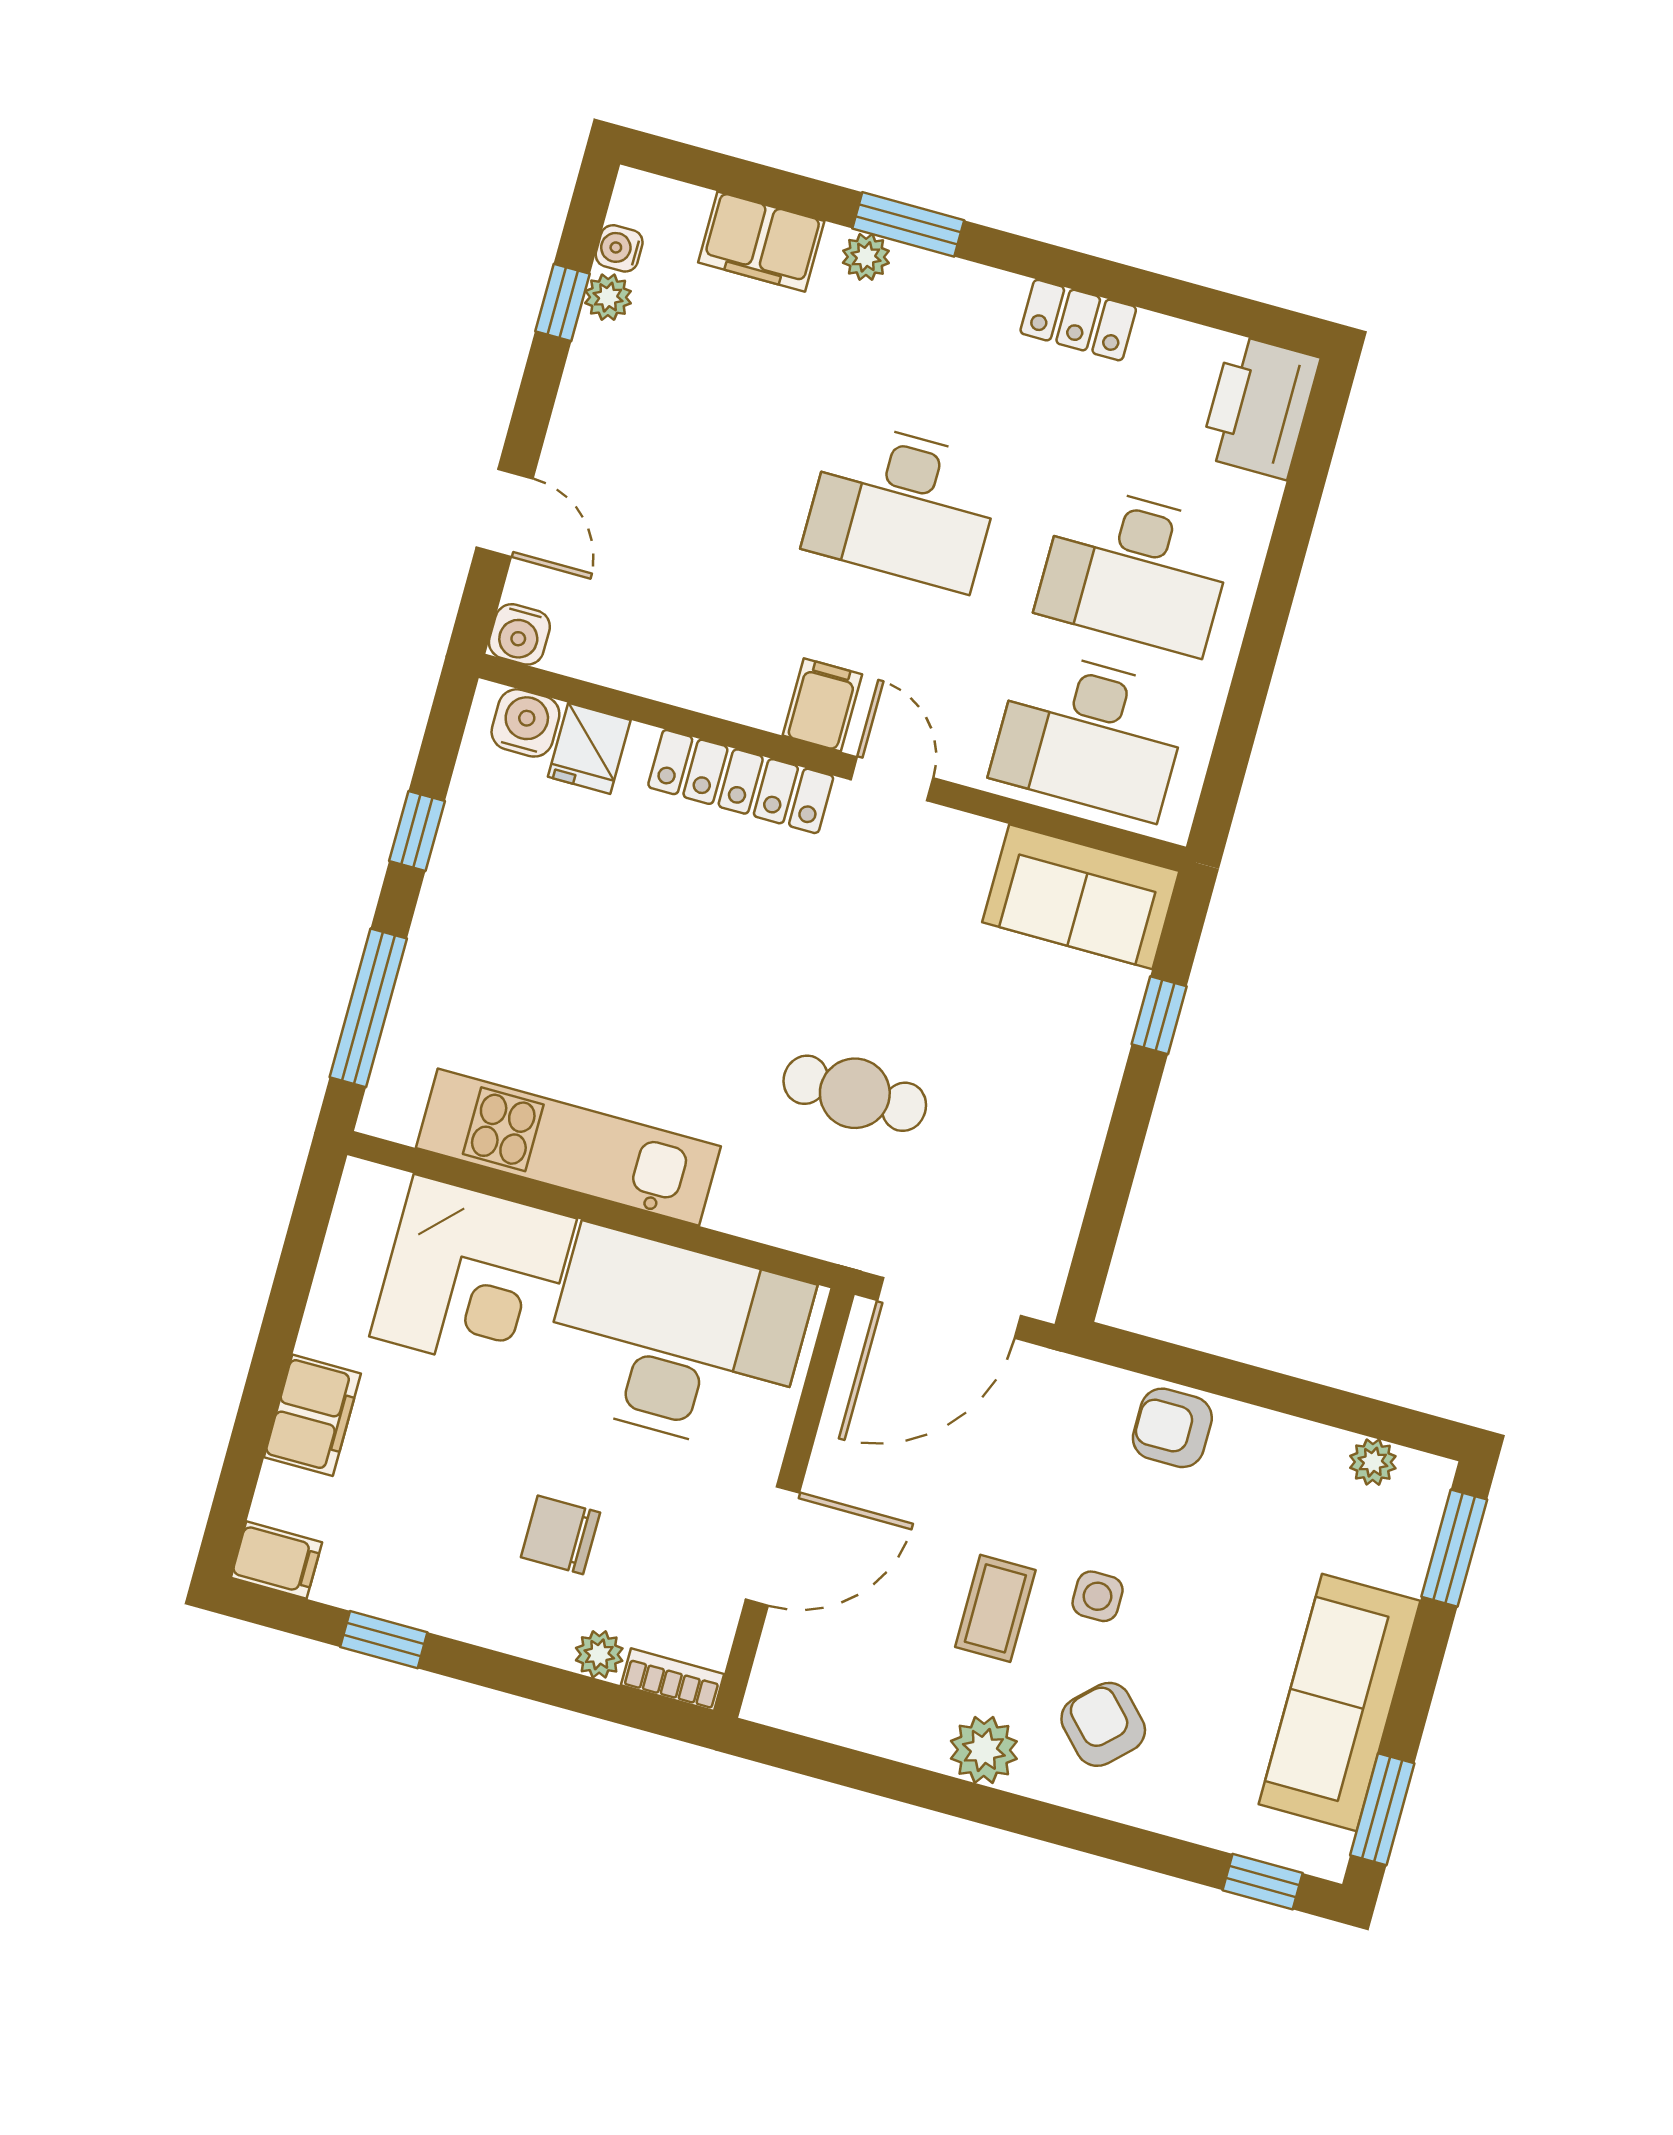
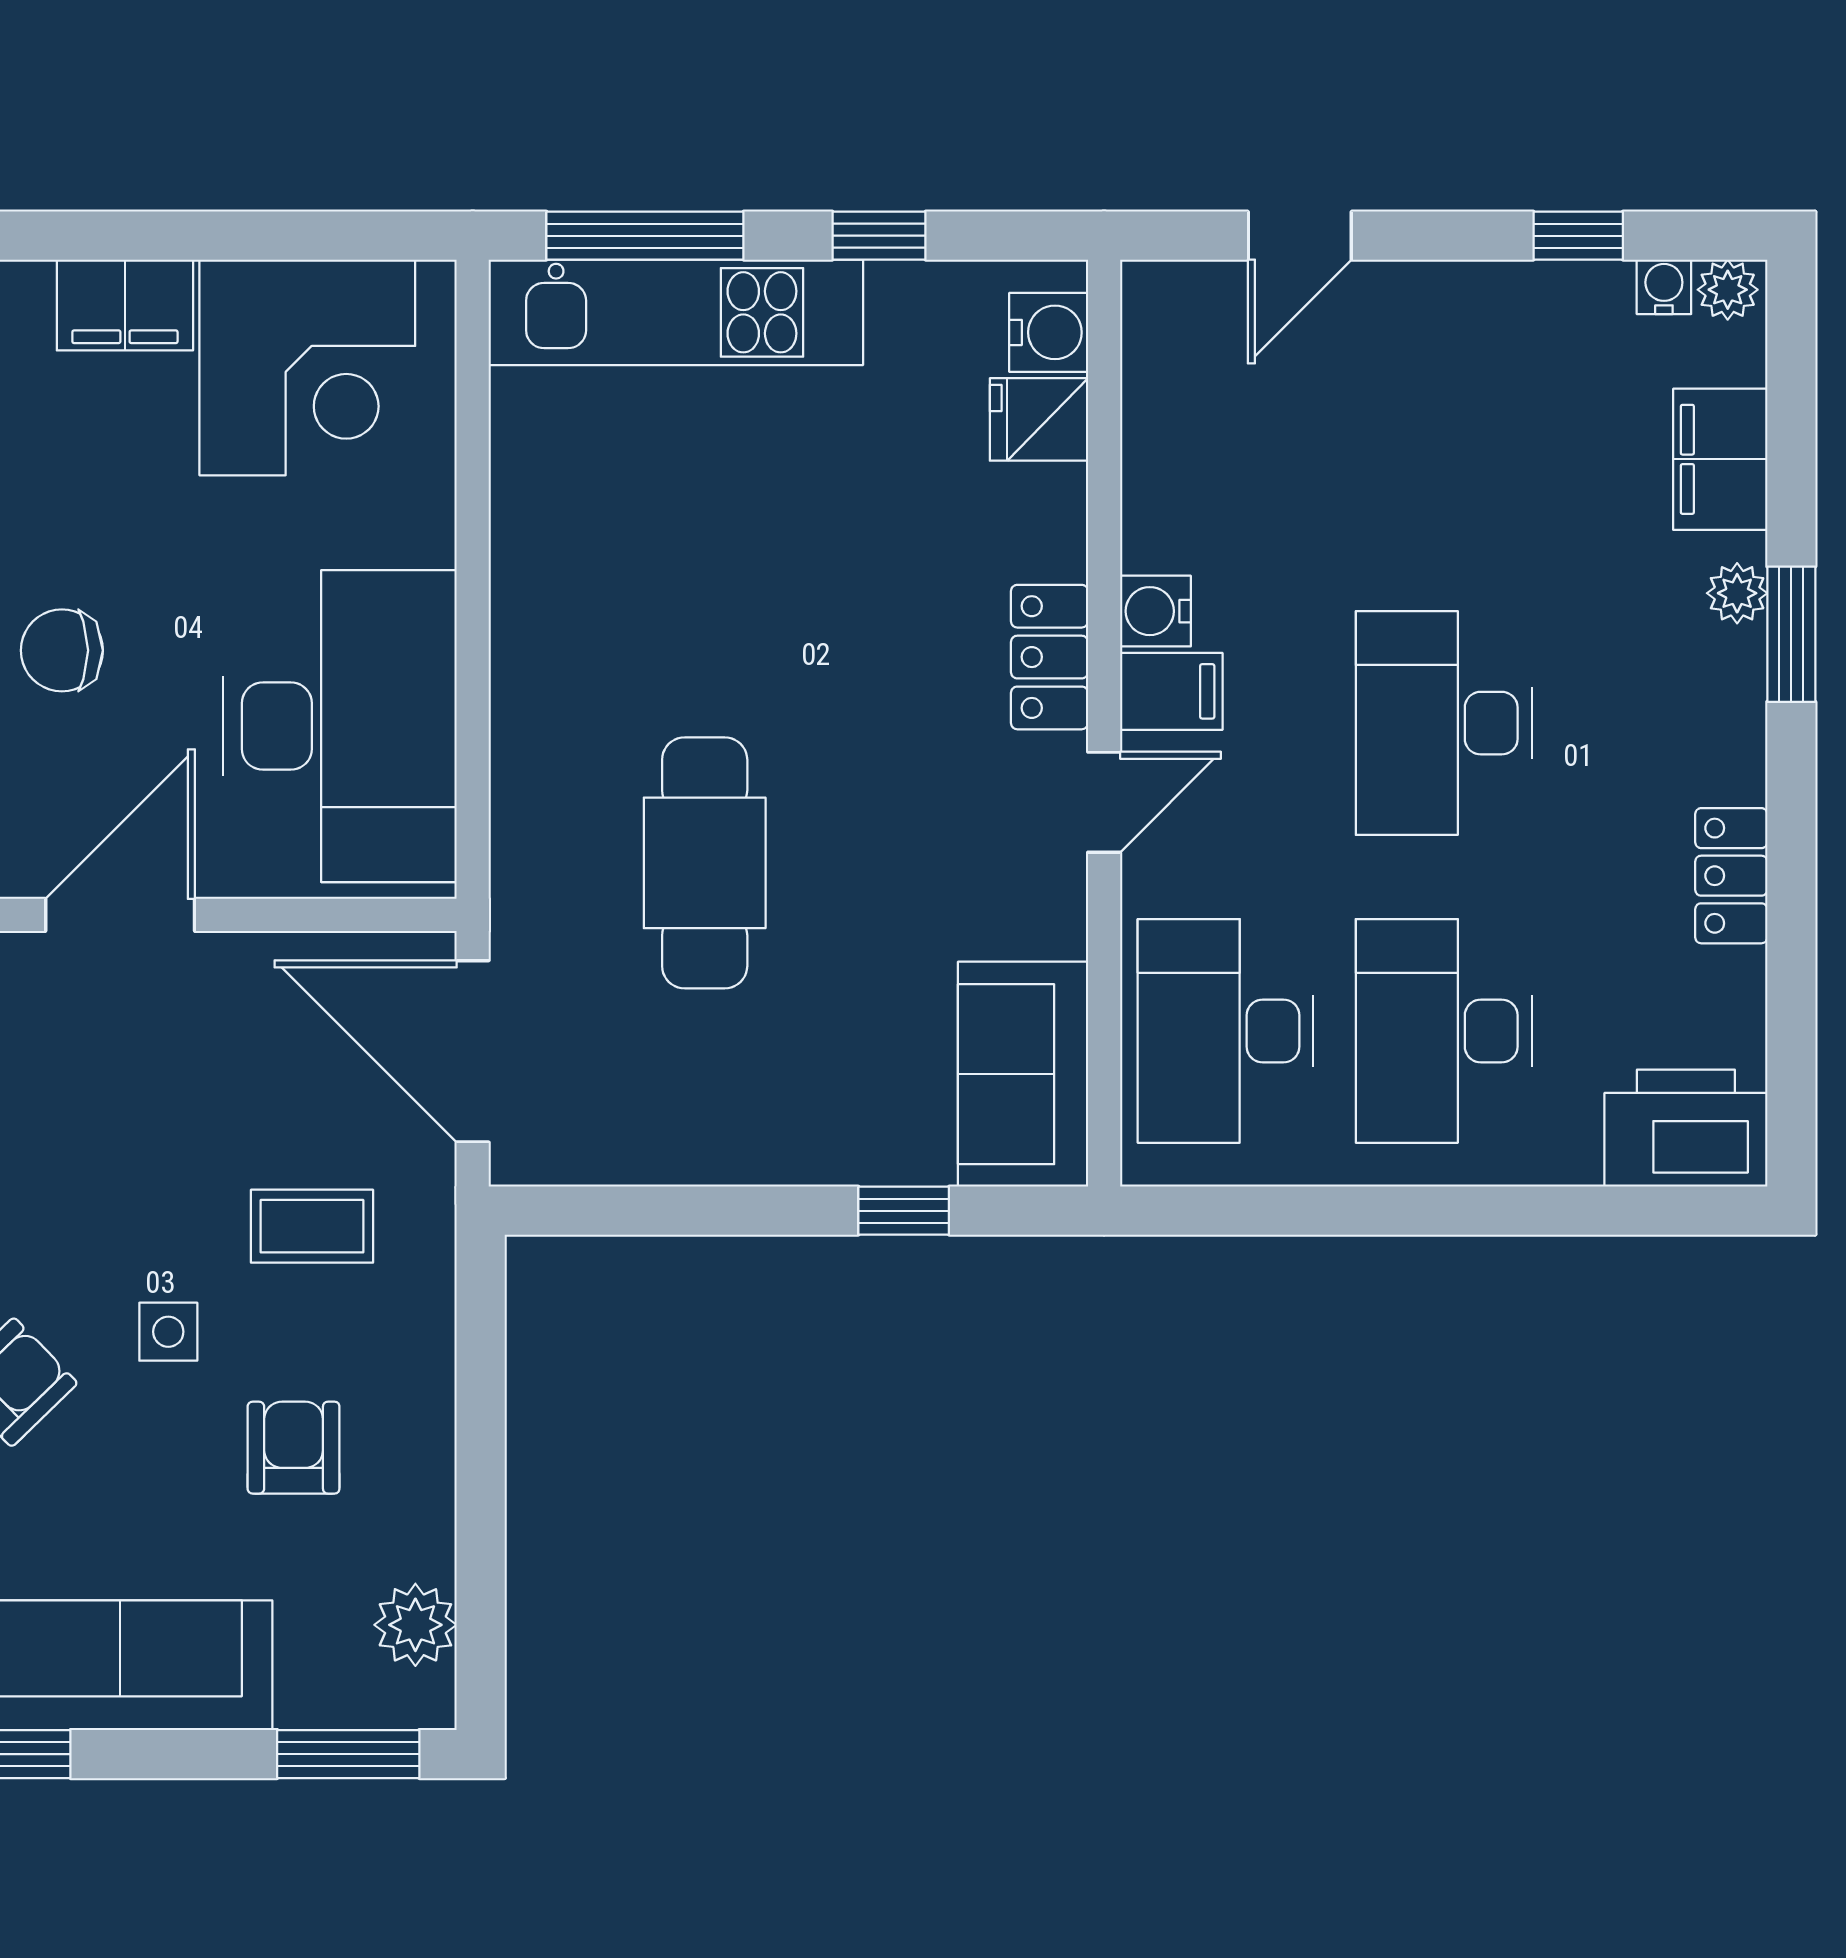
plant: (608, 297) -> (1728, 290), moved
water cooler: (519, 634) -> (1155, 611), moved
locker: (741, 781) -> (1049, 657), width x0.66
cafe table: (855, 1093) -> (705, 863), width x1.37, depth x1.35
kitchen unit: (568, 1147) -> (676, 312), moved, turned 90
corner desk: (473, 1278) -> (307, 367), moved, turned -90
armchair: (1172, 1428) -> (294, 1448), moved
plant: (1373, 1462) -> (415, 1625), width x1.38, depth x1.38
chair: (560, 1535) -> (62, 650), turned -90
door: (772, 1546) -> (120, 915), swing flipped
coffee table: (995, 1608) -> (312, 1226), moved

